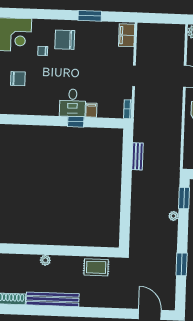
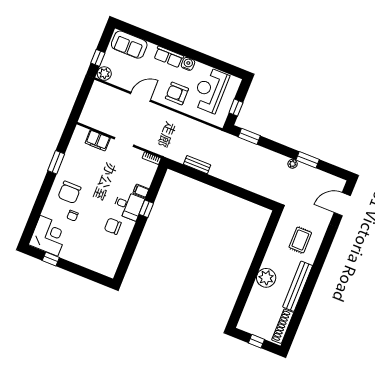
filing cabinet: (127, 35) -> (98, 140), moved
chair: (18, 79) -> (113, 226), moved, turned -90
plant: (173, 216) -> (293, 164), moved
plant: (45, 260) -> (266, 278), width x1.87, depth x1.87
rug: (96, 267) -> (300, 240), moved

